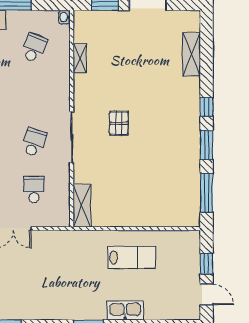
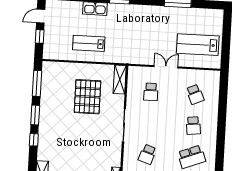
pallet: (119, 123) -> (88, 97), moved, width x2.05, depth x2.00
school desk: (34, 142) -> (147, 154), moved
door: (207, 295) -> (41, 16), hinge flipped

